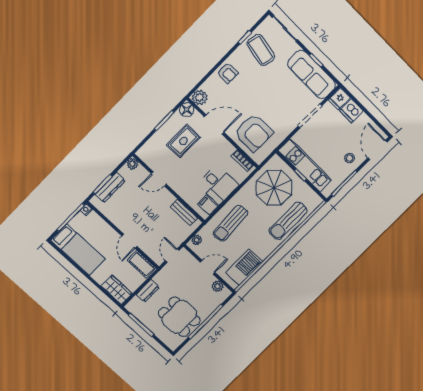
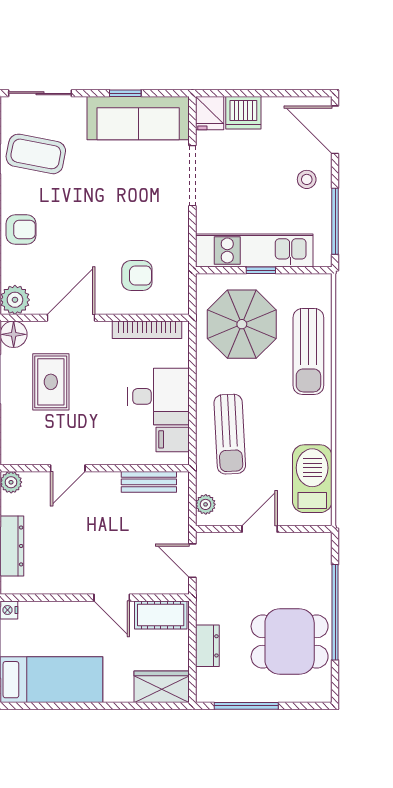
armchair: (254, 133) -> (137, 275), width x0.53, depth x0.53
bookcase: (242, 161) -> (147, 330), width x1.56
plant: (217, 286) -> (301, 543), removed

